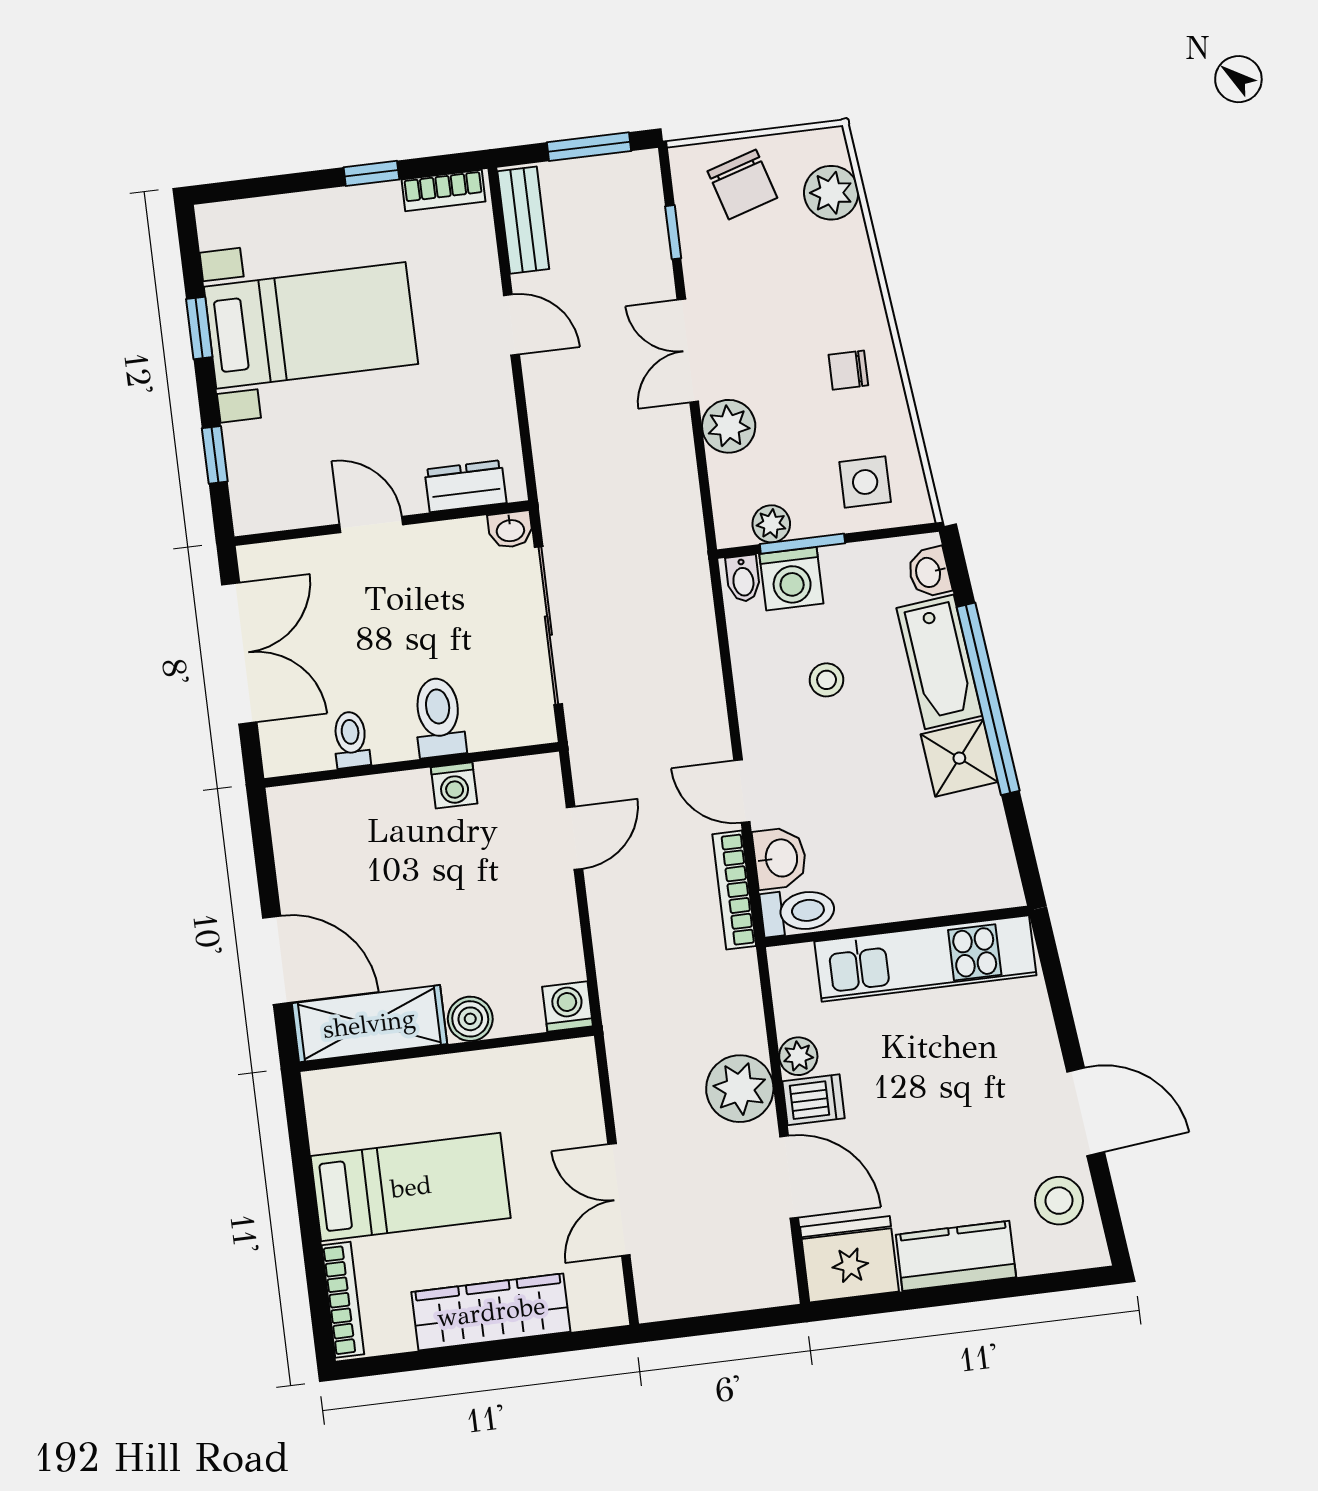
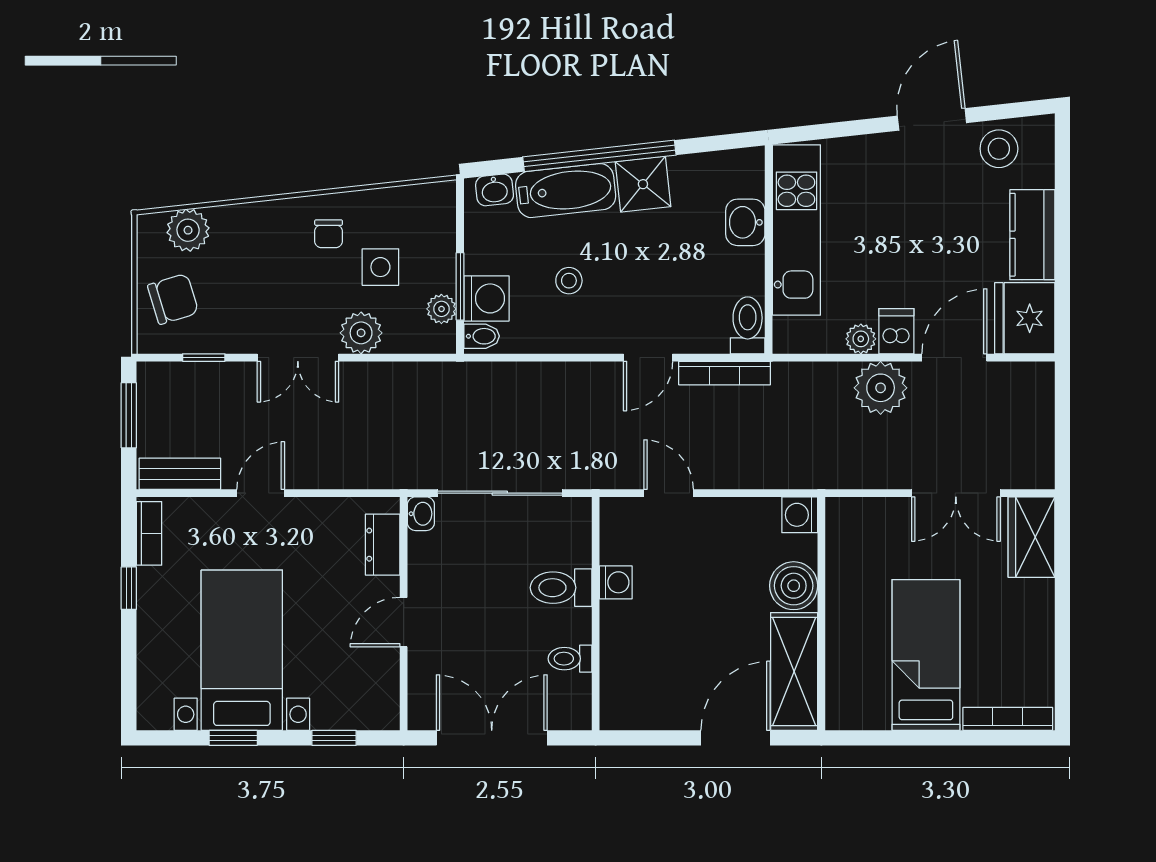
side table: (865, 482) -> (380, 267), moved
washbasin: (780, 858) -> (745, 222), moved, turned -90
boiler: (470, 1019) -> (794, 586), width x1.36, depth x1.36
wardrobe: (491, 1312) -> (1031, 537), moved, width x0.67

